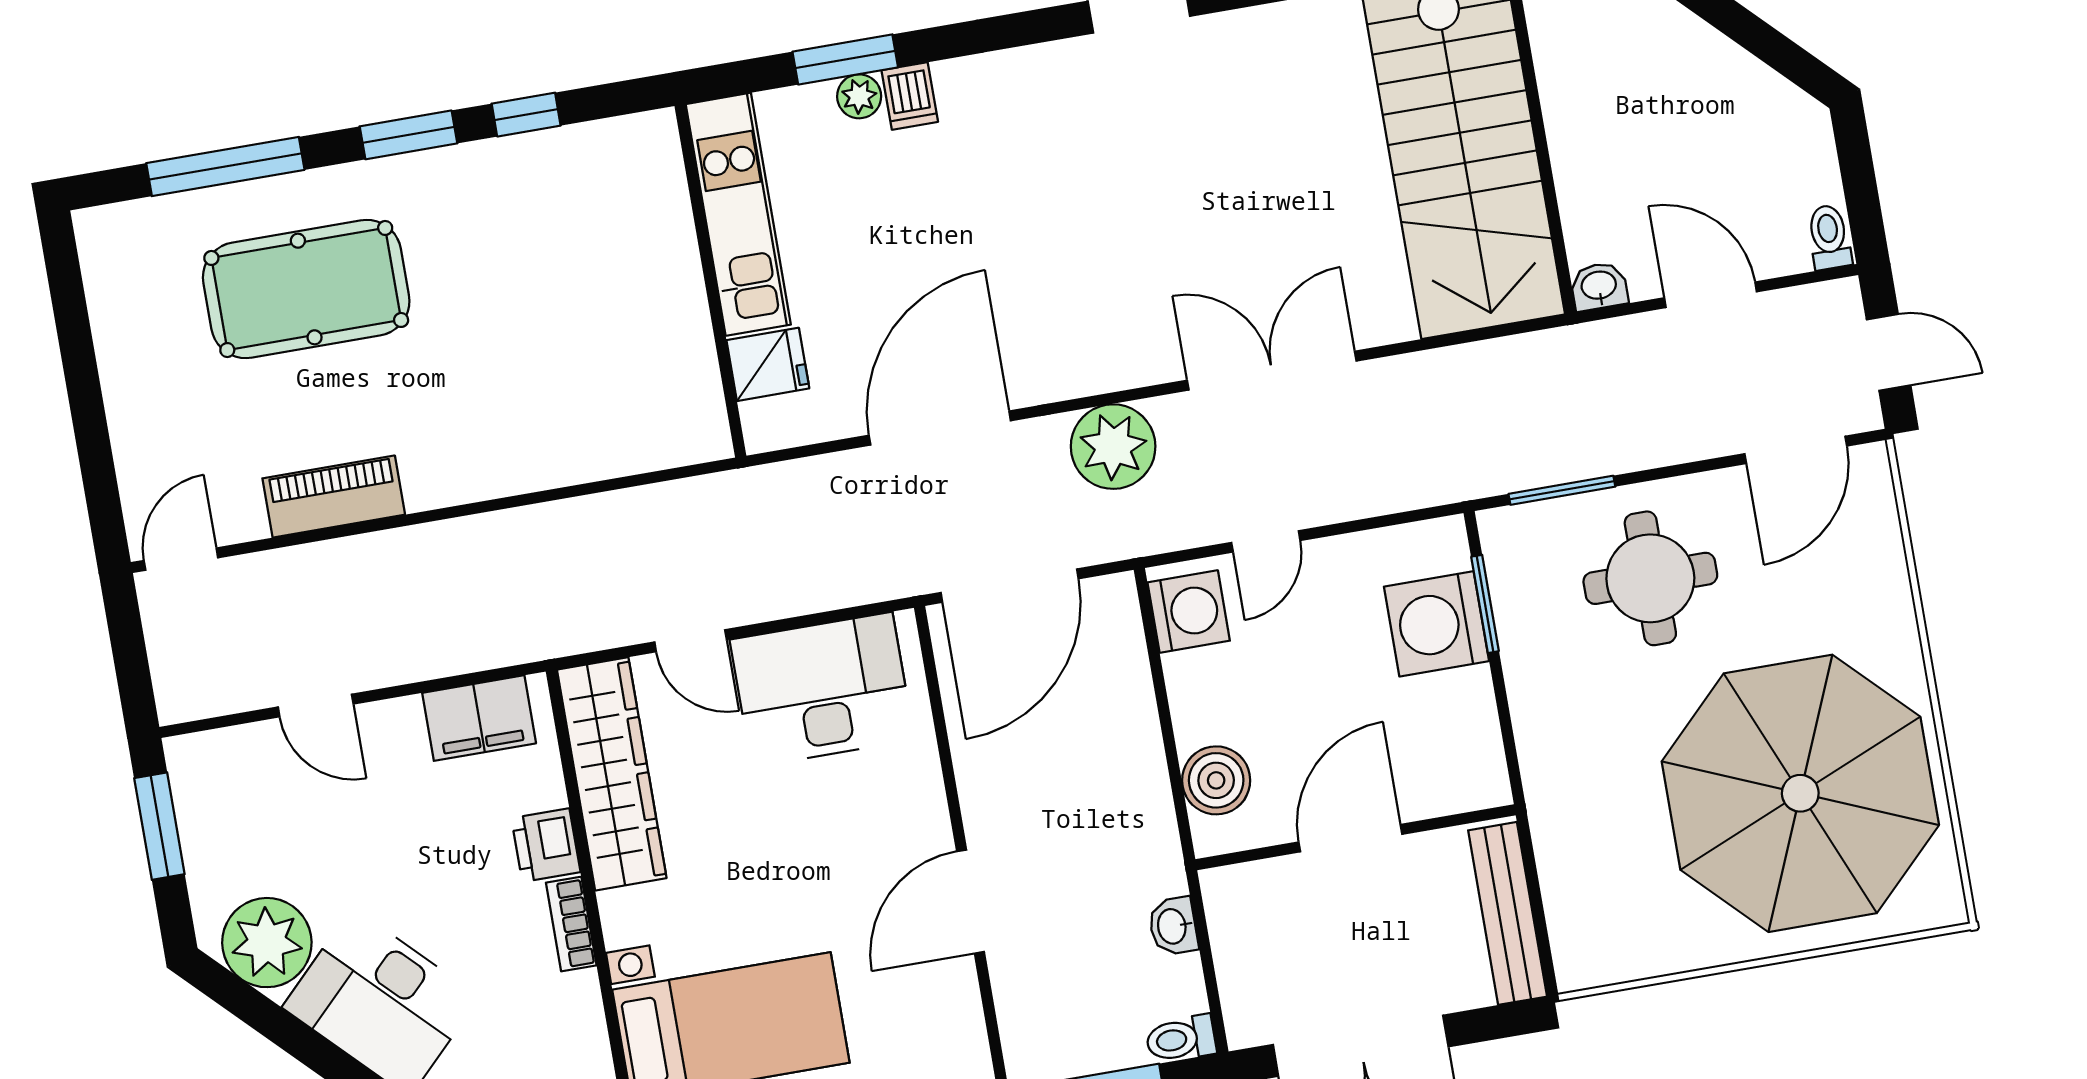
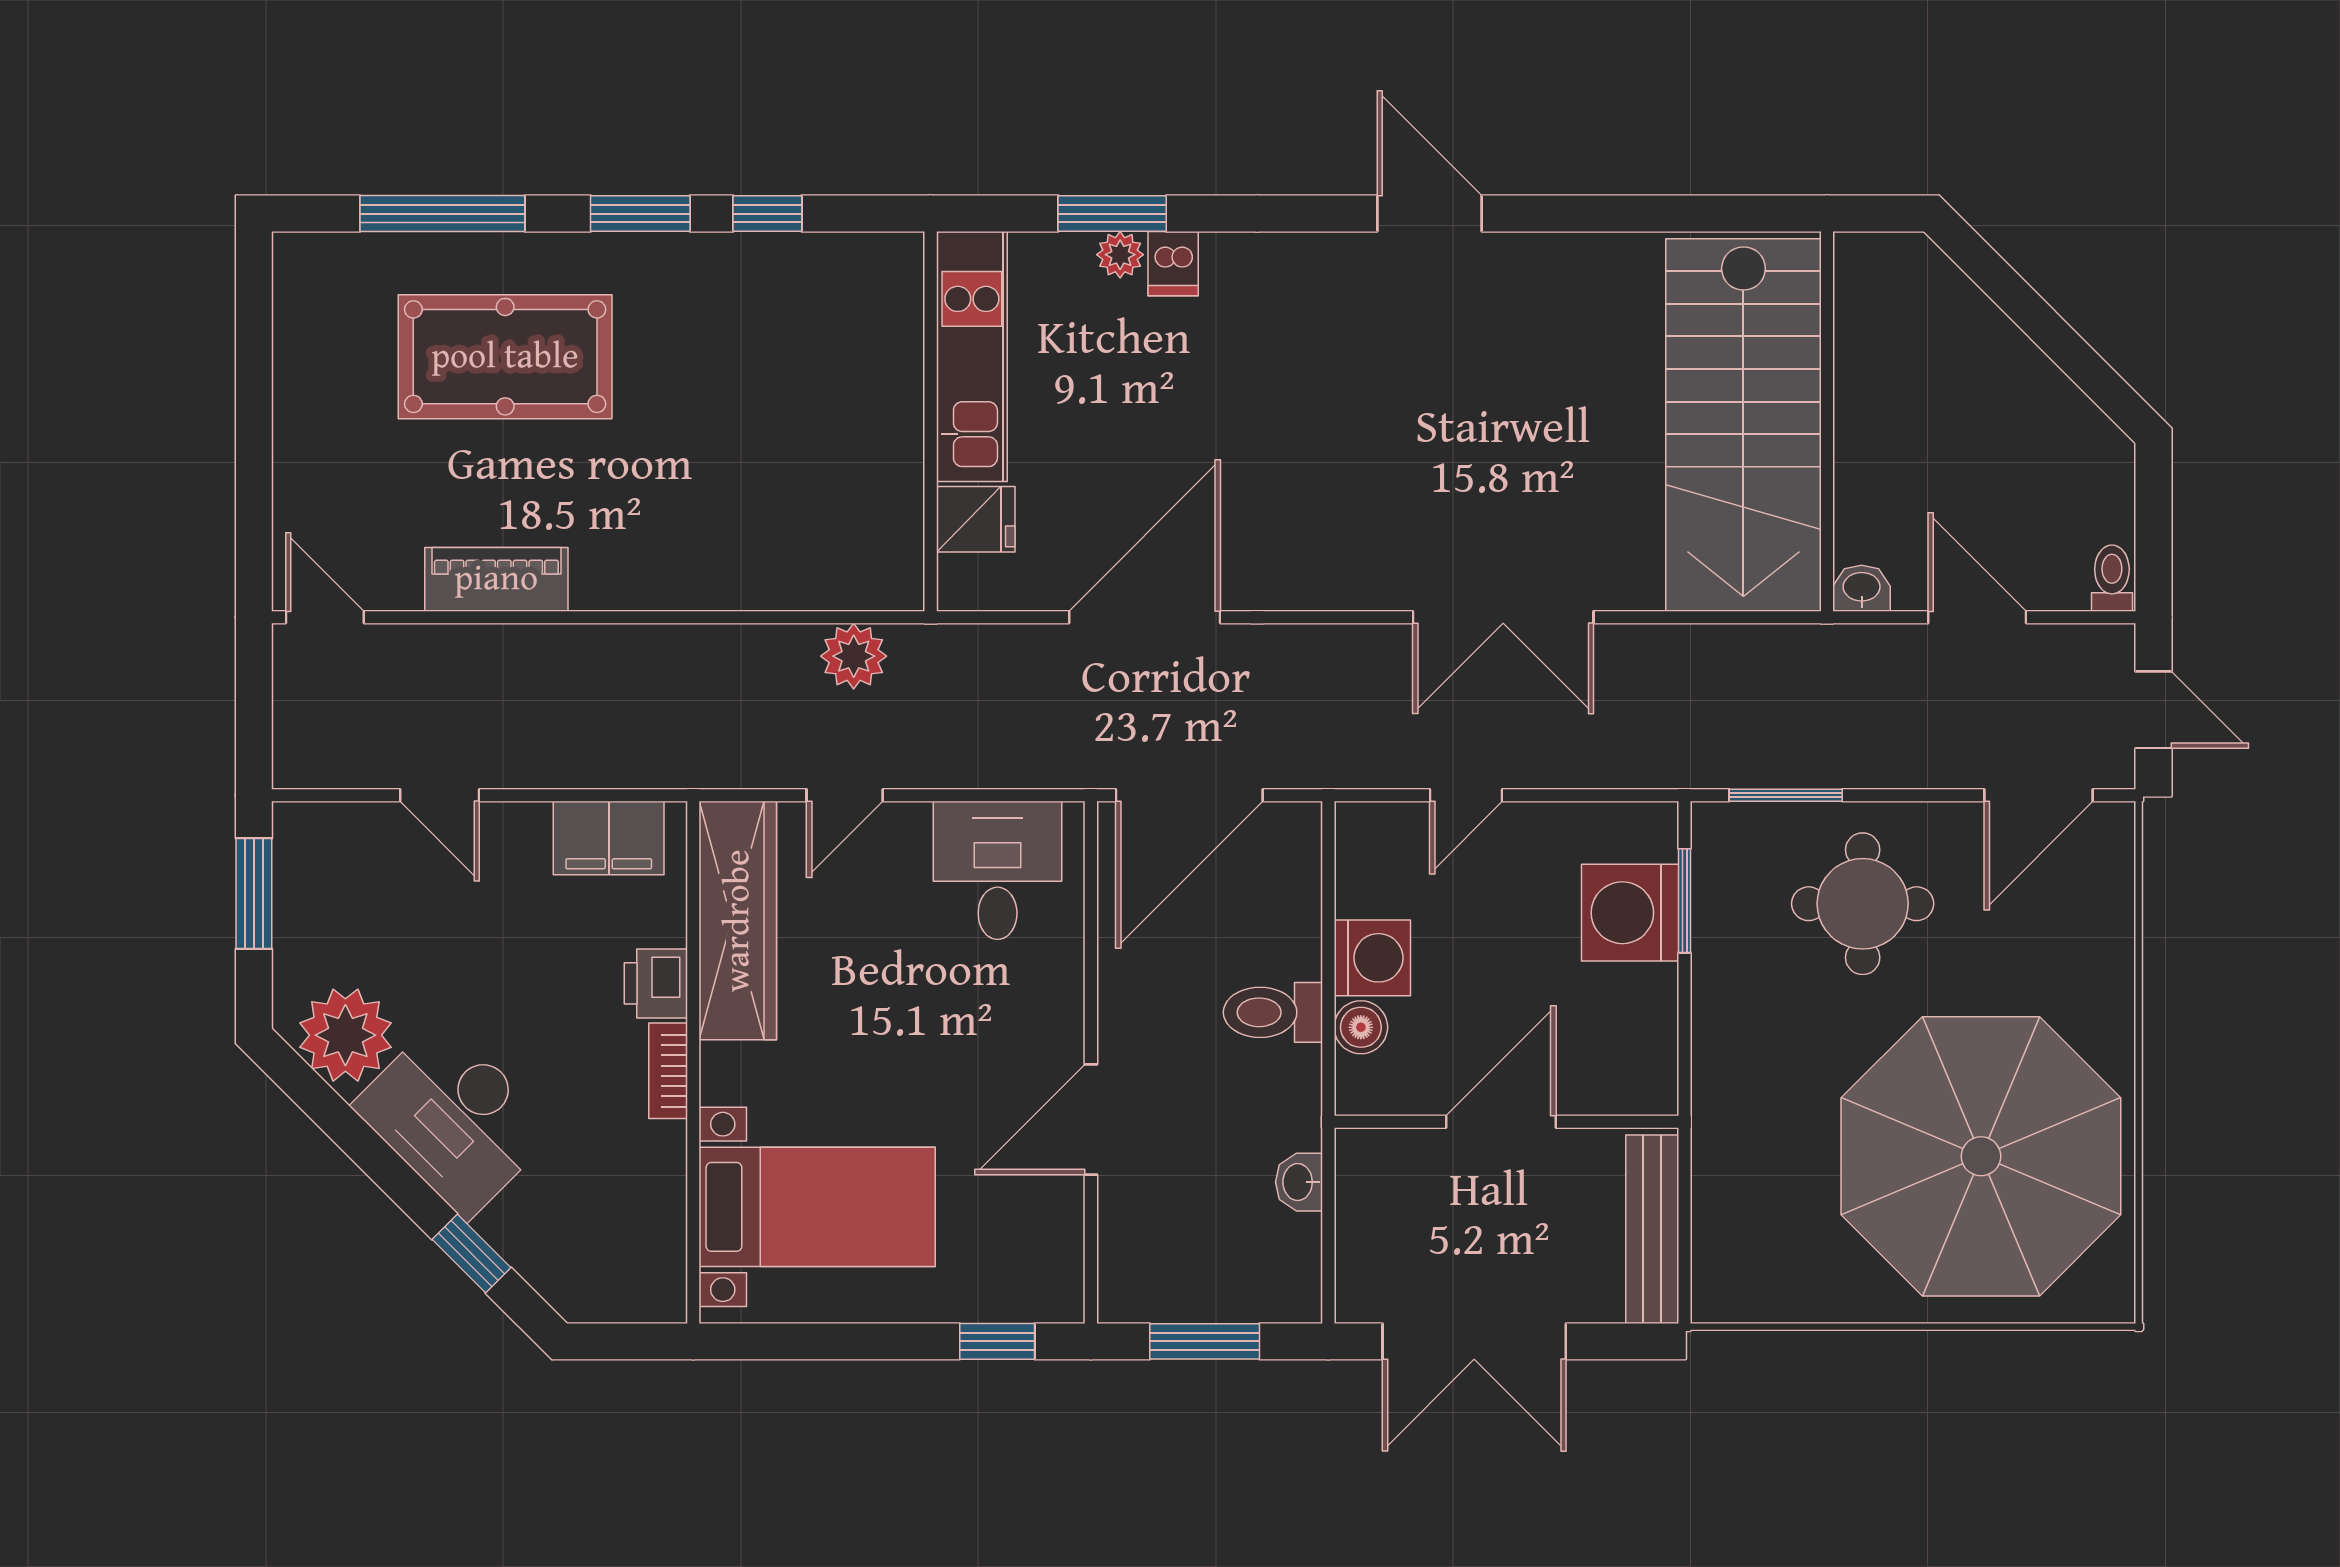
double door: (1272, 371) -> (1503, 617), swing flipped
plant: (1113, 447) -> (854, 656), moved, width x0.73, depth x0.73
door: (181, 559) -> (325, 617), hinge flipped
washing machine: (1189, 612) -> (1372, 958), moved
door: (691, 641) -> (845, 795), hinge flipped
desk: (822, 690) -> (998, 870), width x0.73
boiler: (1216, 780) -> (1361, 1027), width x0.73, depth x0.73
toilet: (1181, 1039) -> (1273, 1012), moved, width x1.37, depth x1.39

